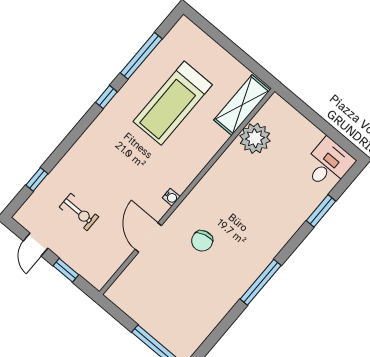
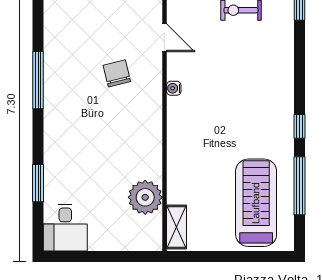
treadmill: (173, 103) -> (256, 203), moved
shelving: (242, 105) -> (176, 227), width x0.67, depth x0.75
door: (148, 238) -> (164, 38), width x0.73

